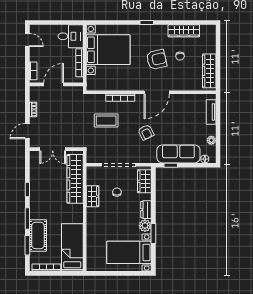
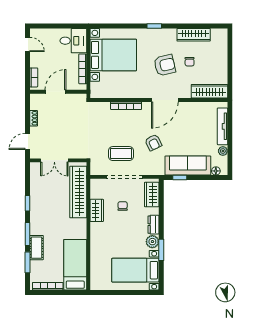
wardrobe: (209, 71) -> (209, 91), moved, turned 90
tv unit: (211, 112) -> (222, 126), width x1.41
coffee table: (106, 121) -> (121, 154), moved
cot: (38, 235) -> (36, 248), width x0.73, depth x0.75

